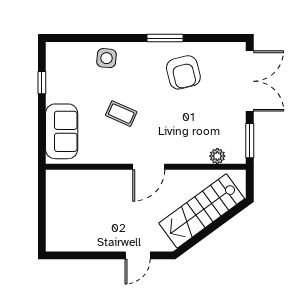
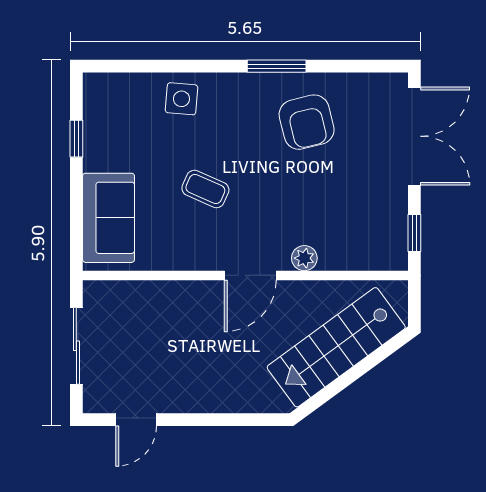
window: (250, 141) -> (414, 233), width x0.67
plant: (217, 156) -> (304, 258), moved
sliding door: (42, 210) -> (76, 346), added
door: (138, 255) -> (136, 420), moved

